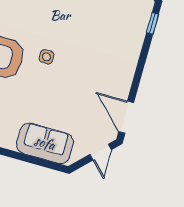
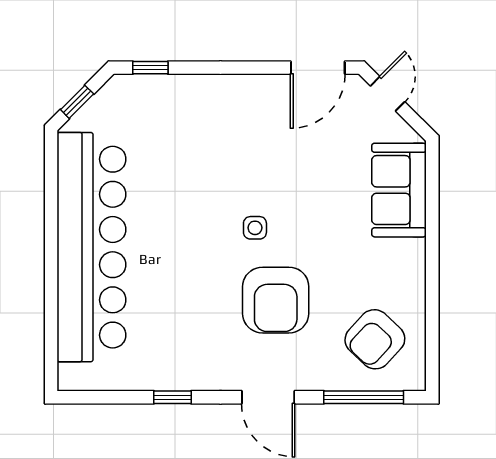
door: (101, 152) -> (388, 94), hinge flipped

